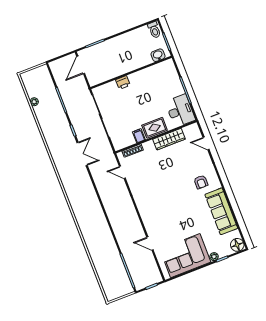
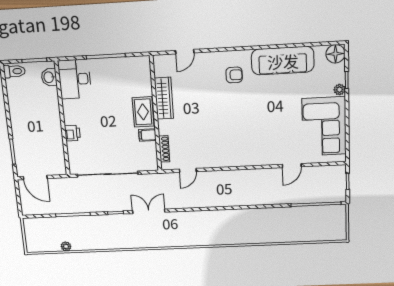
desk: (180, 111) -> (75, 79), moved, turned -90

